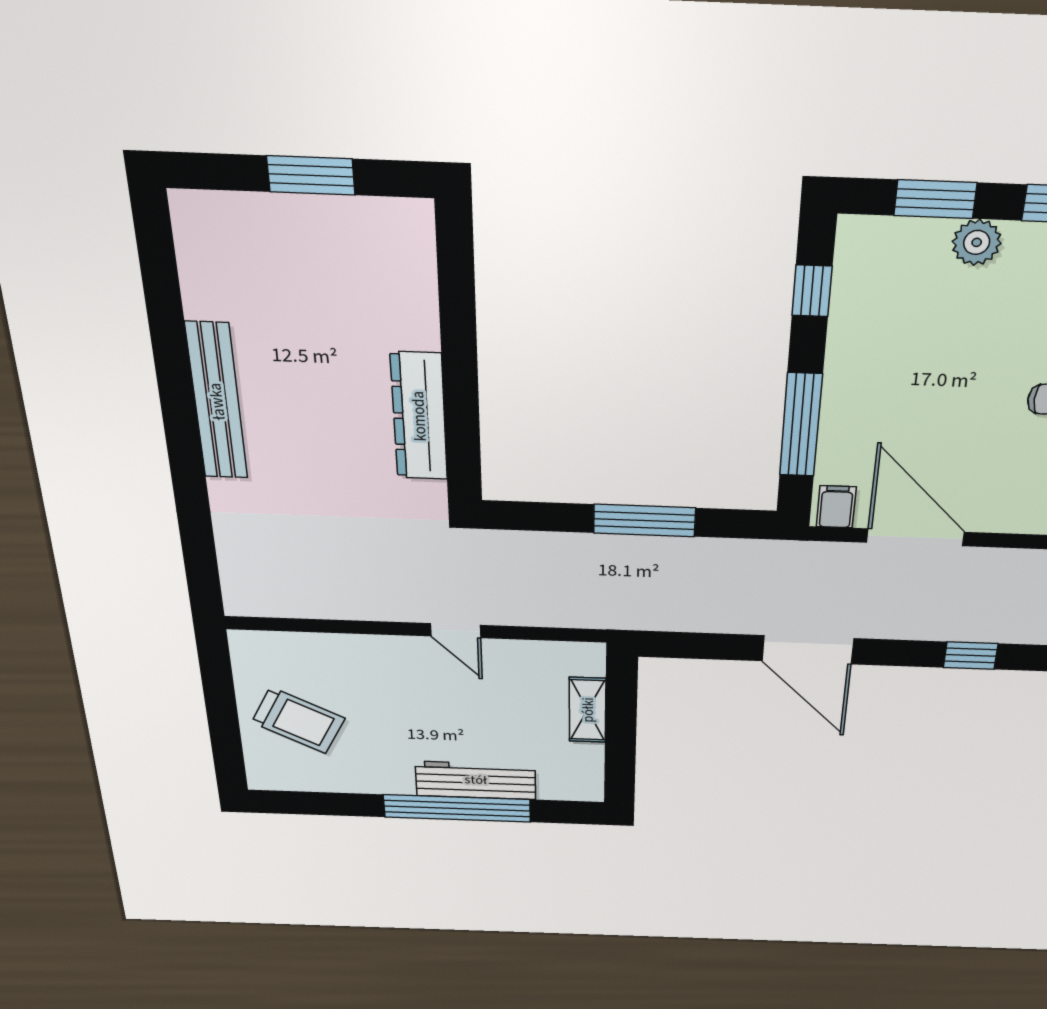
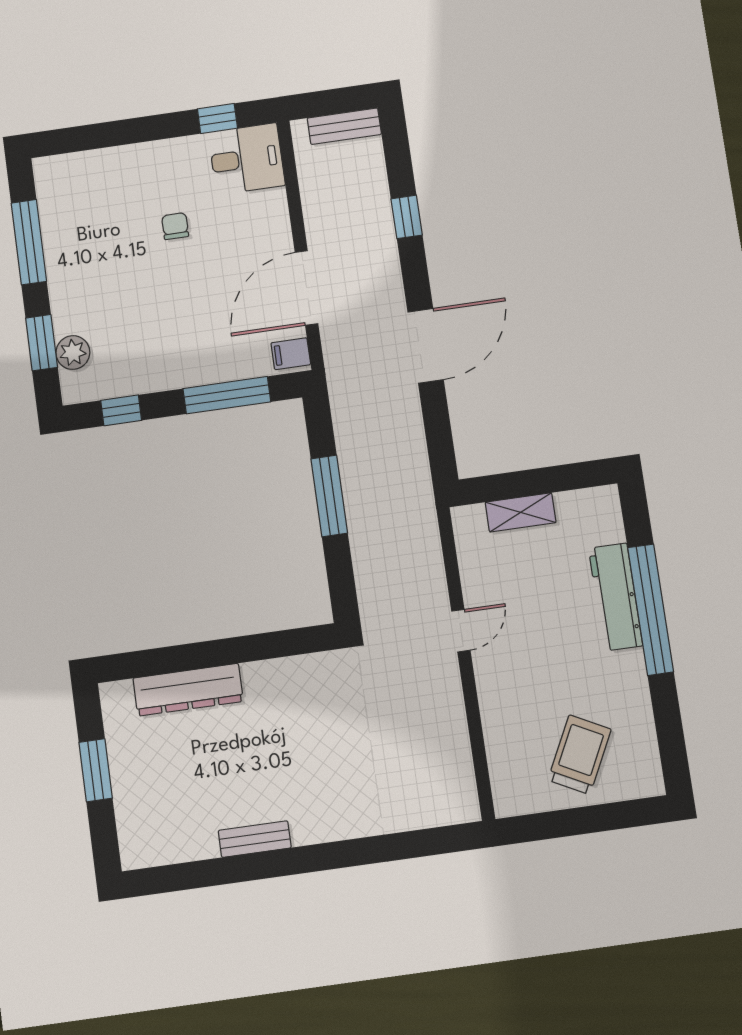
plant: (977, 242) -> (73, 353), moved
bench: (217, 401) -> (255, 839), width x0.54, depth x0.82
dresser: (419, 416) -> (188, 690), moved

